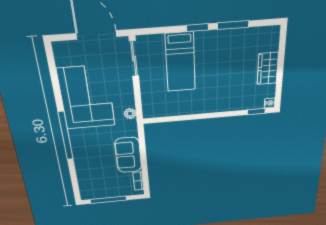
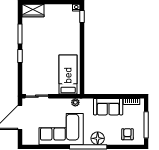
bed: (180, 62) -> (68, 75), moved, turned -90
wardrobe: (268, 68) -> (33, 10), moved
floor lamp: (80, 146) -> (98, 138), added
armchair: (92, 181) -> (127, 134), added

